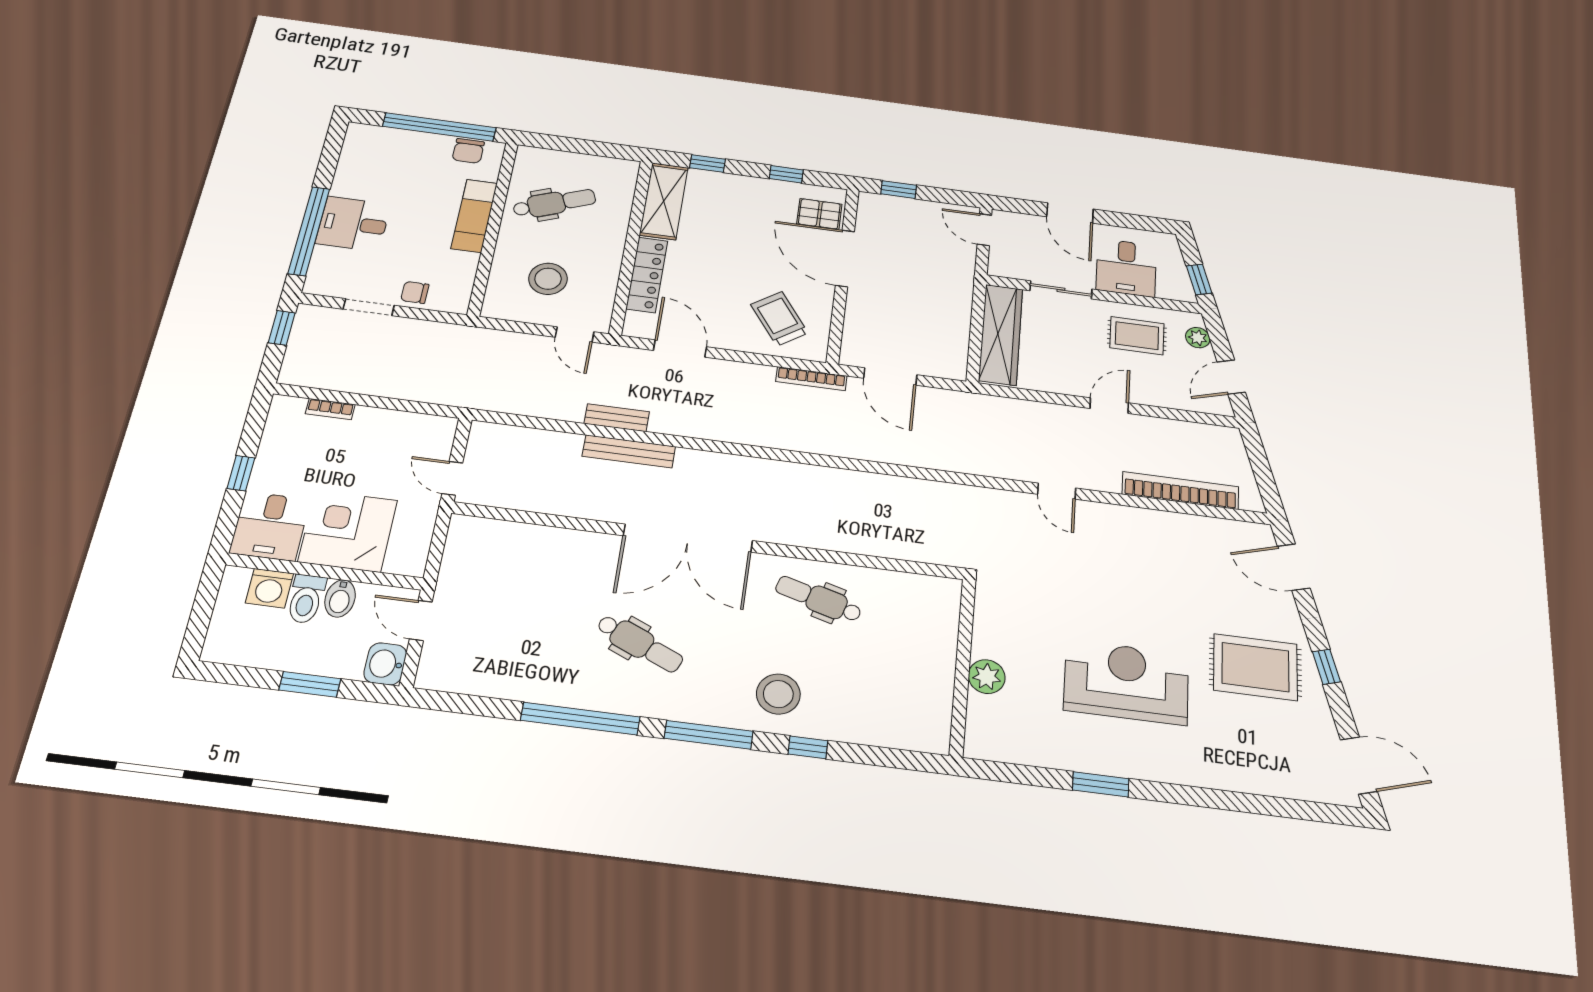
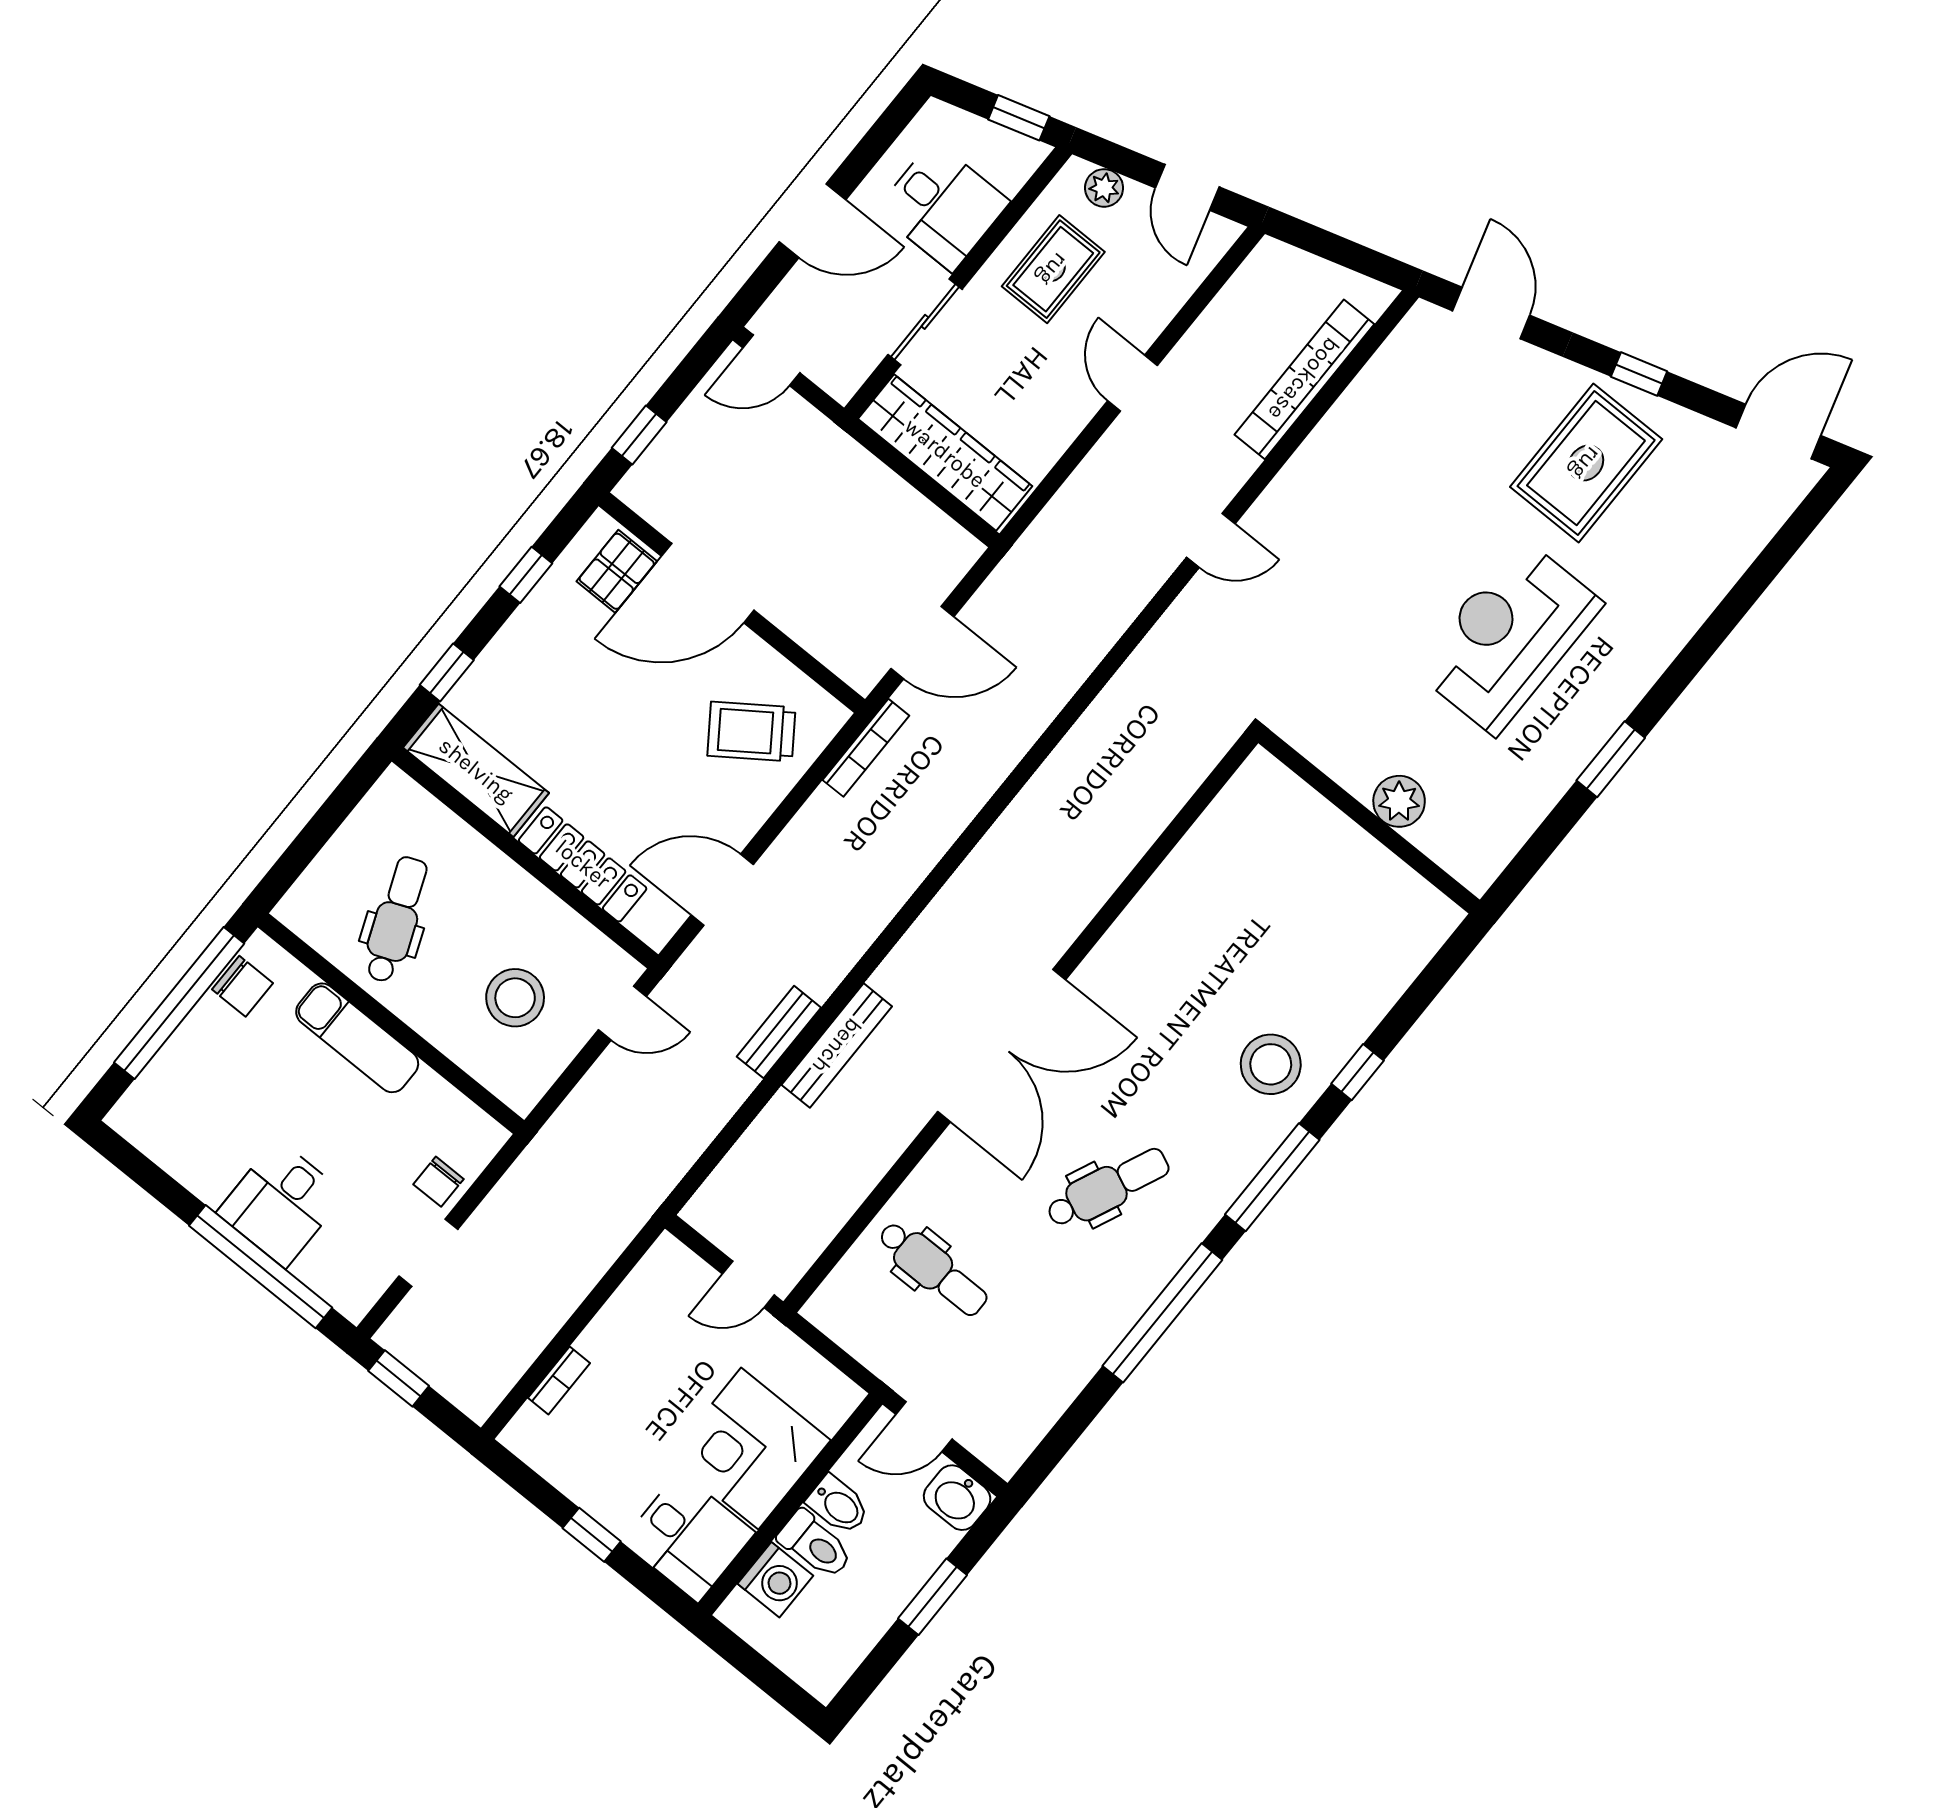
door: (1294, 567) -> (1491, 313), swing flipped
dental chair: (818, 599) -> (933, 1269), moved, turned -106

